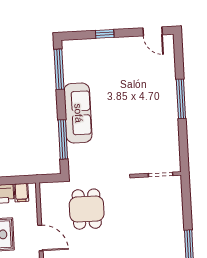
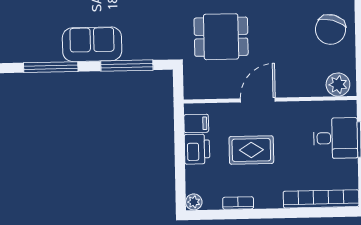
window: (59, 69) -> (51, 67), moved
sofa: (78, 113) -> (92, 44), width x0.73

